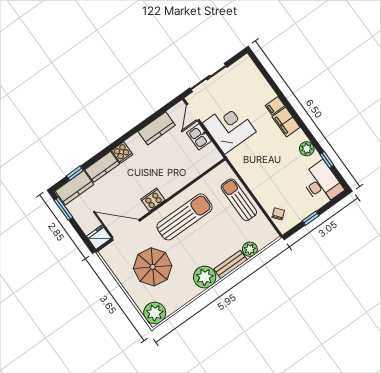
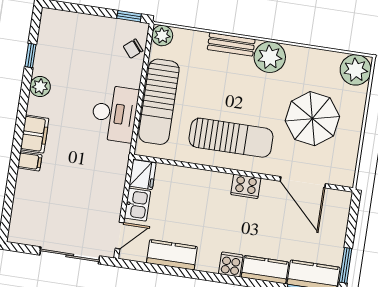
corner desk: (229, 127) -> (97, 184), removed
desk: (322, 183) -> (114, 113), moved, turned 180
sun lounger: (239, 200) -> (159, 102), width x1.36, depth x1.34
sun lounger: (185, 217) -> (231, 138), turned 180
window: (311, 218) -> (129, 16), moved
fridge: (99, 237) -> (143, 175), moved, turned -90
plant: (250, 249) -> (162, 36), moved

